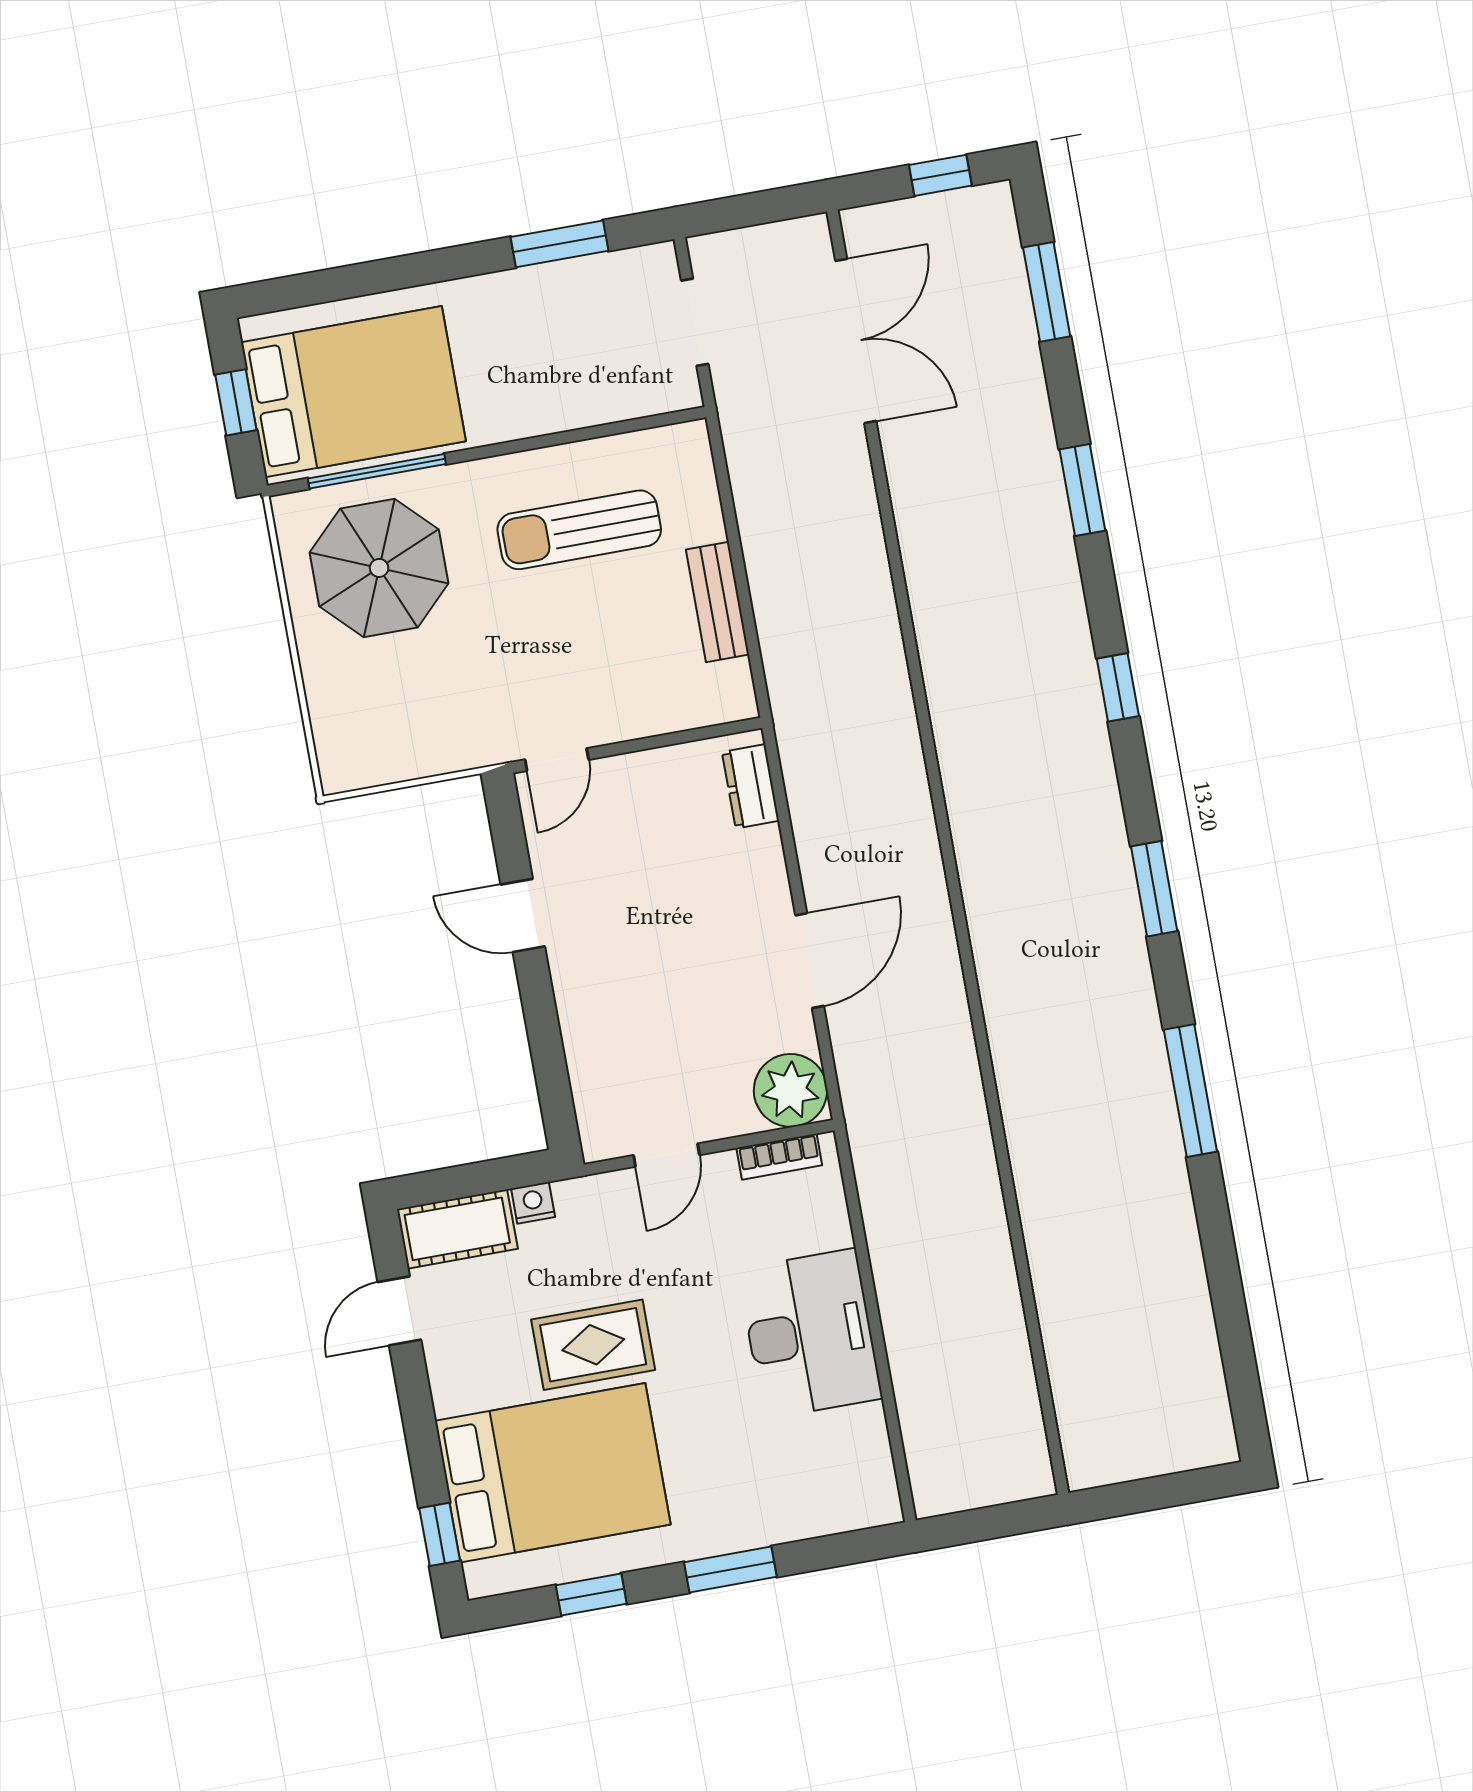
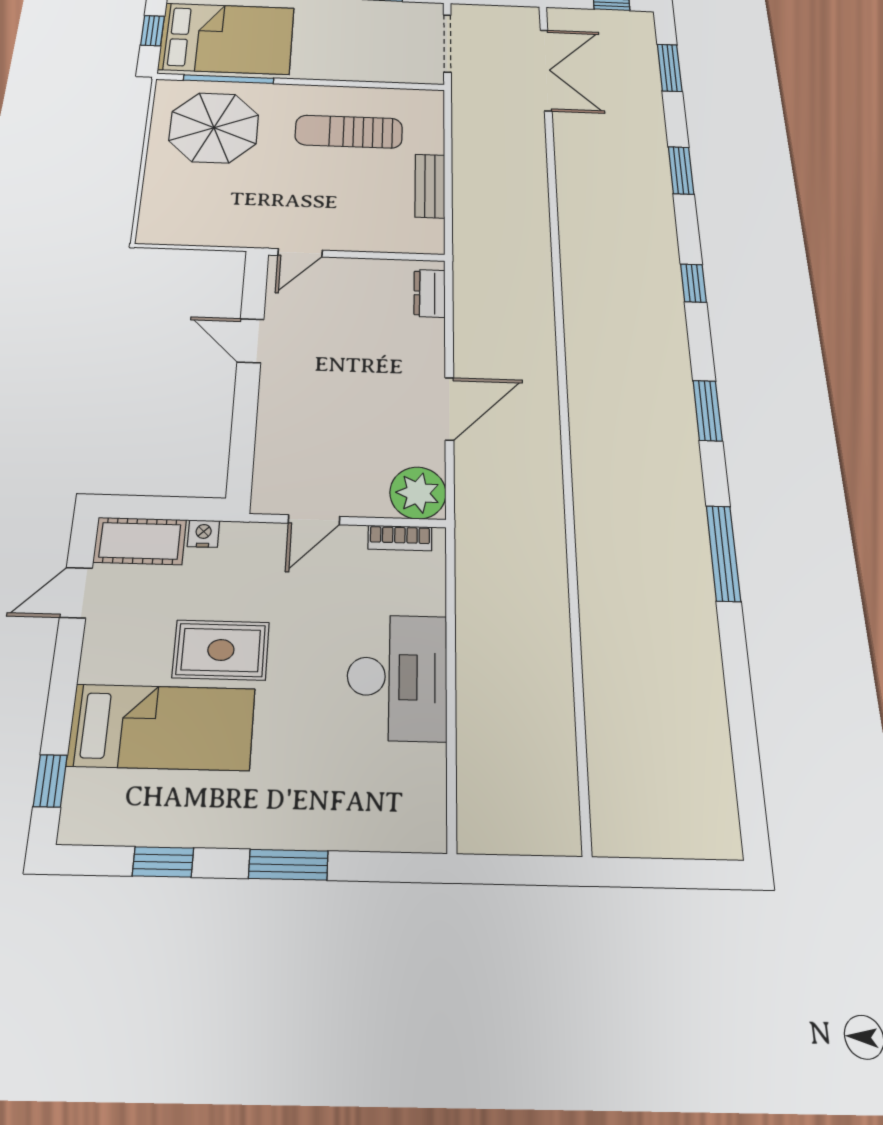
doorway: (695, 322) -> (447, 43), width x1.38
bed: (553, 1473) -> (162, 727), width x0.67

